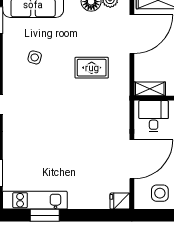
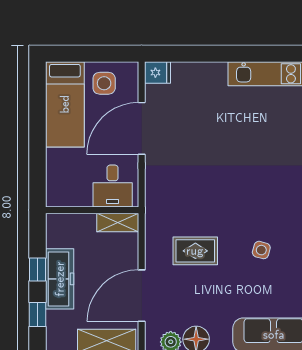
side table: (35, 57) -> (261, 250), moved
window: (45, 215) -> (258, 54), removed

